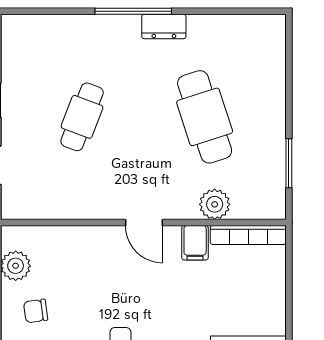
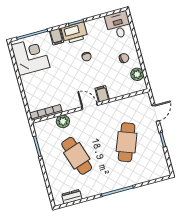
dresser: (164, 26) -> (72, 197), moved
cafe table: (82, 117) -> (127, 142), width x1.37, depth x1.35
filing cabinet: (195, 243) -> (102, 94), moved

